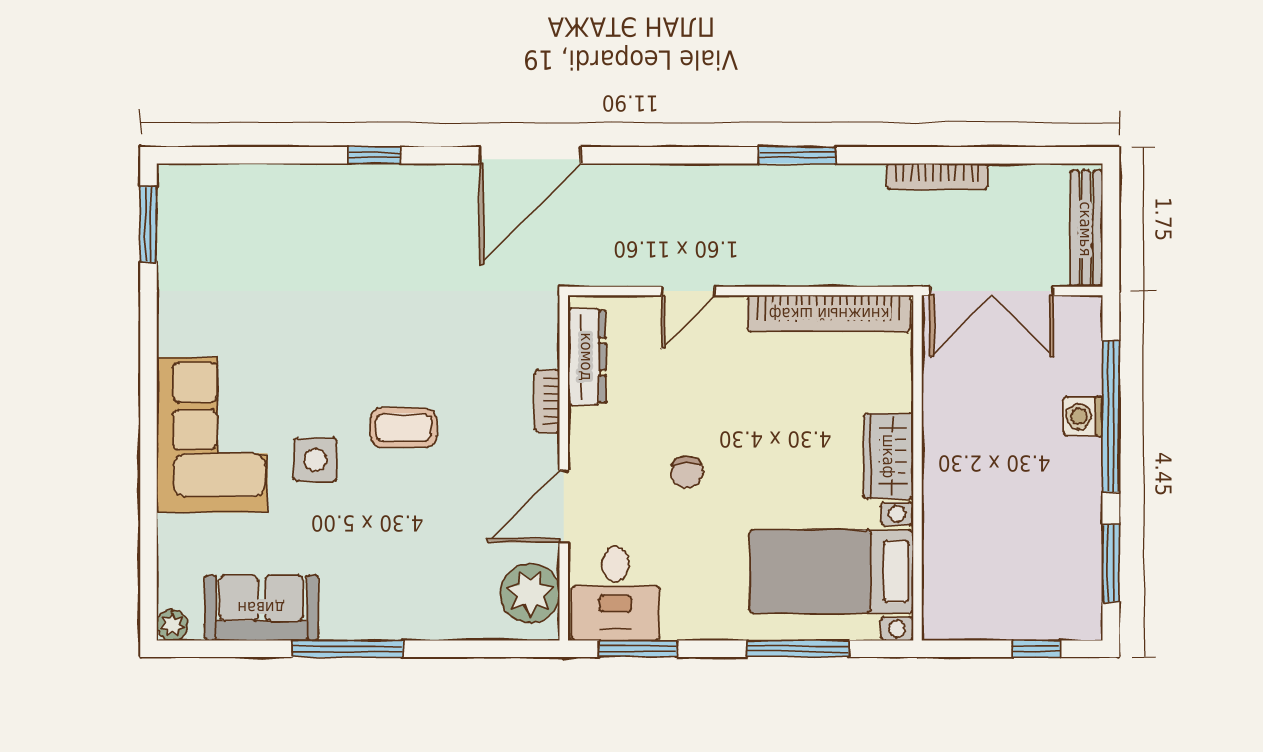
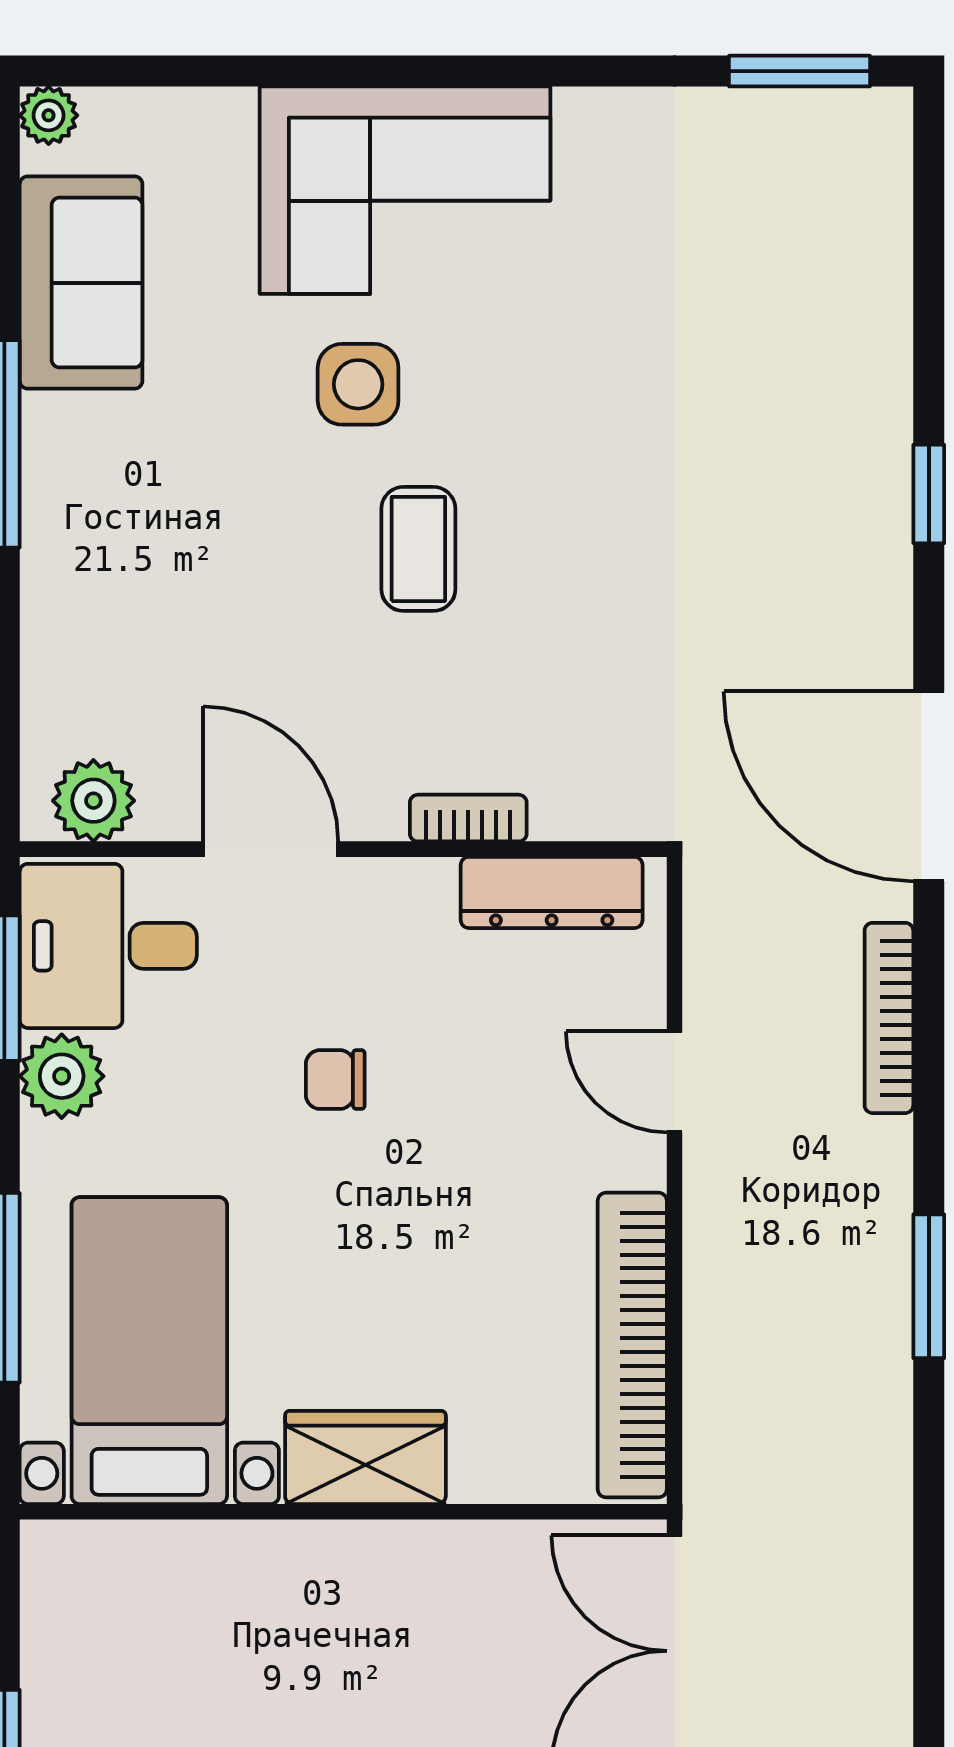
bookcase: (937, 177) -> (889, 1018), moved
plant: (530, 593) -> (93, 801), width x0.73, depth x0.73
plant: (685, 618) -> (62, 1076), added

